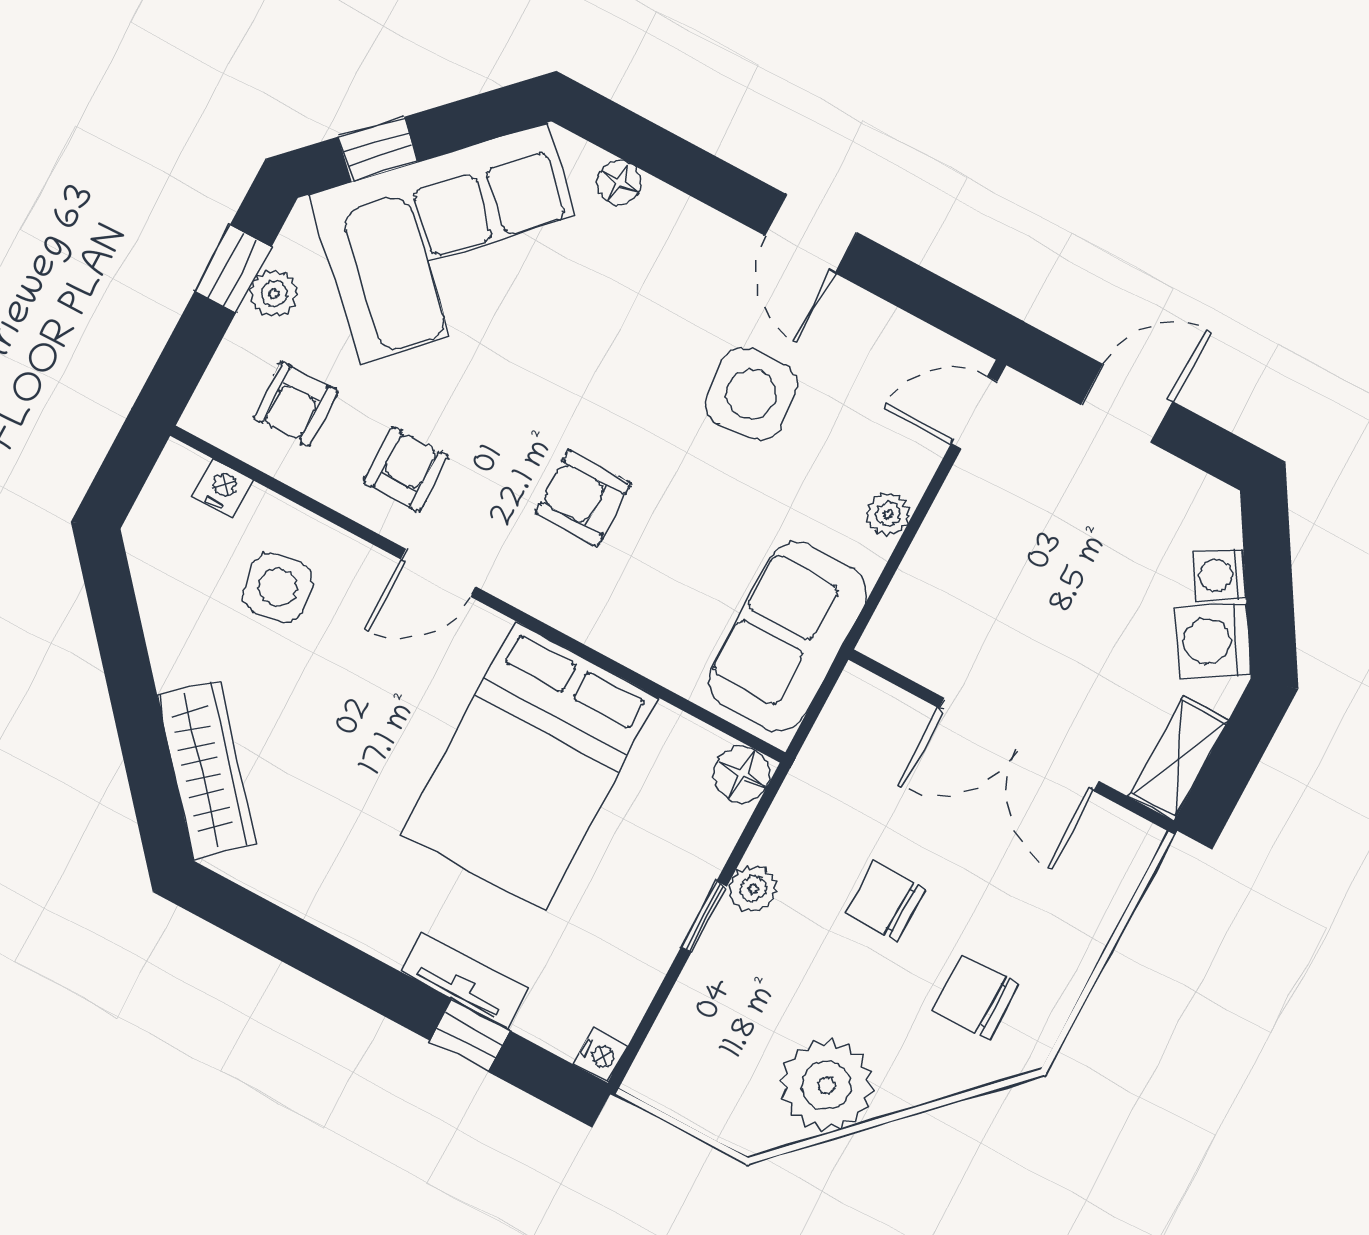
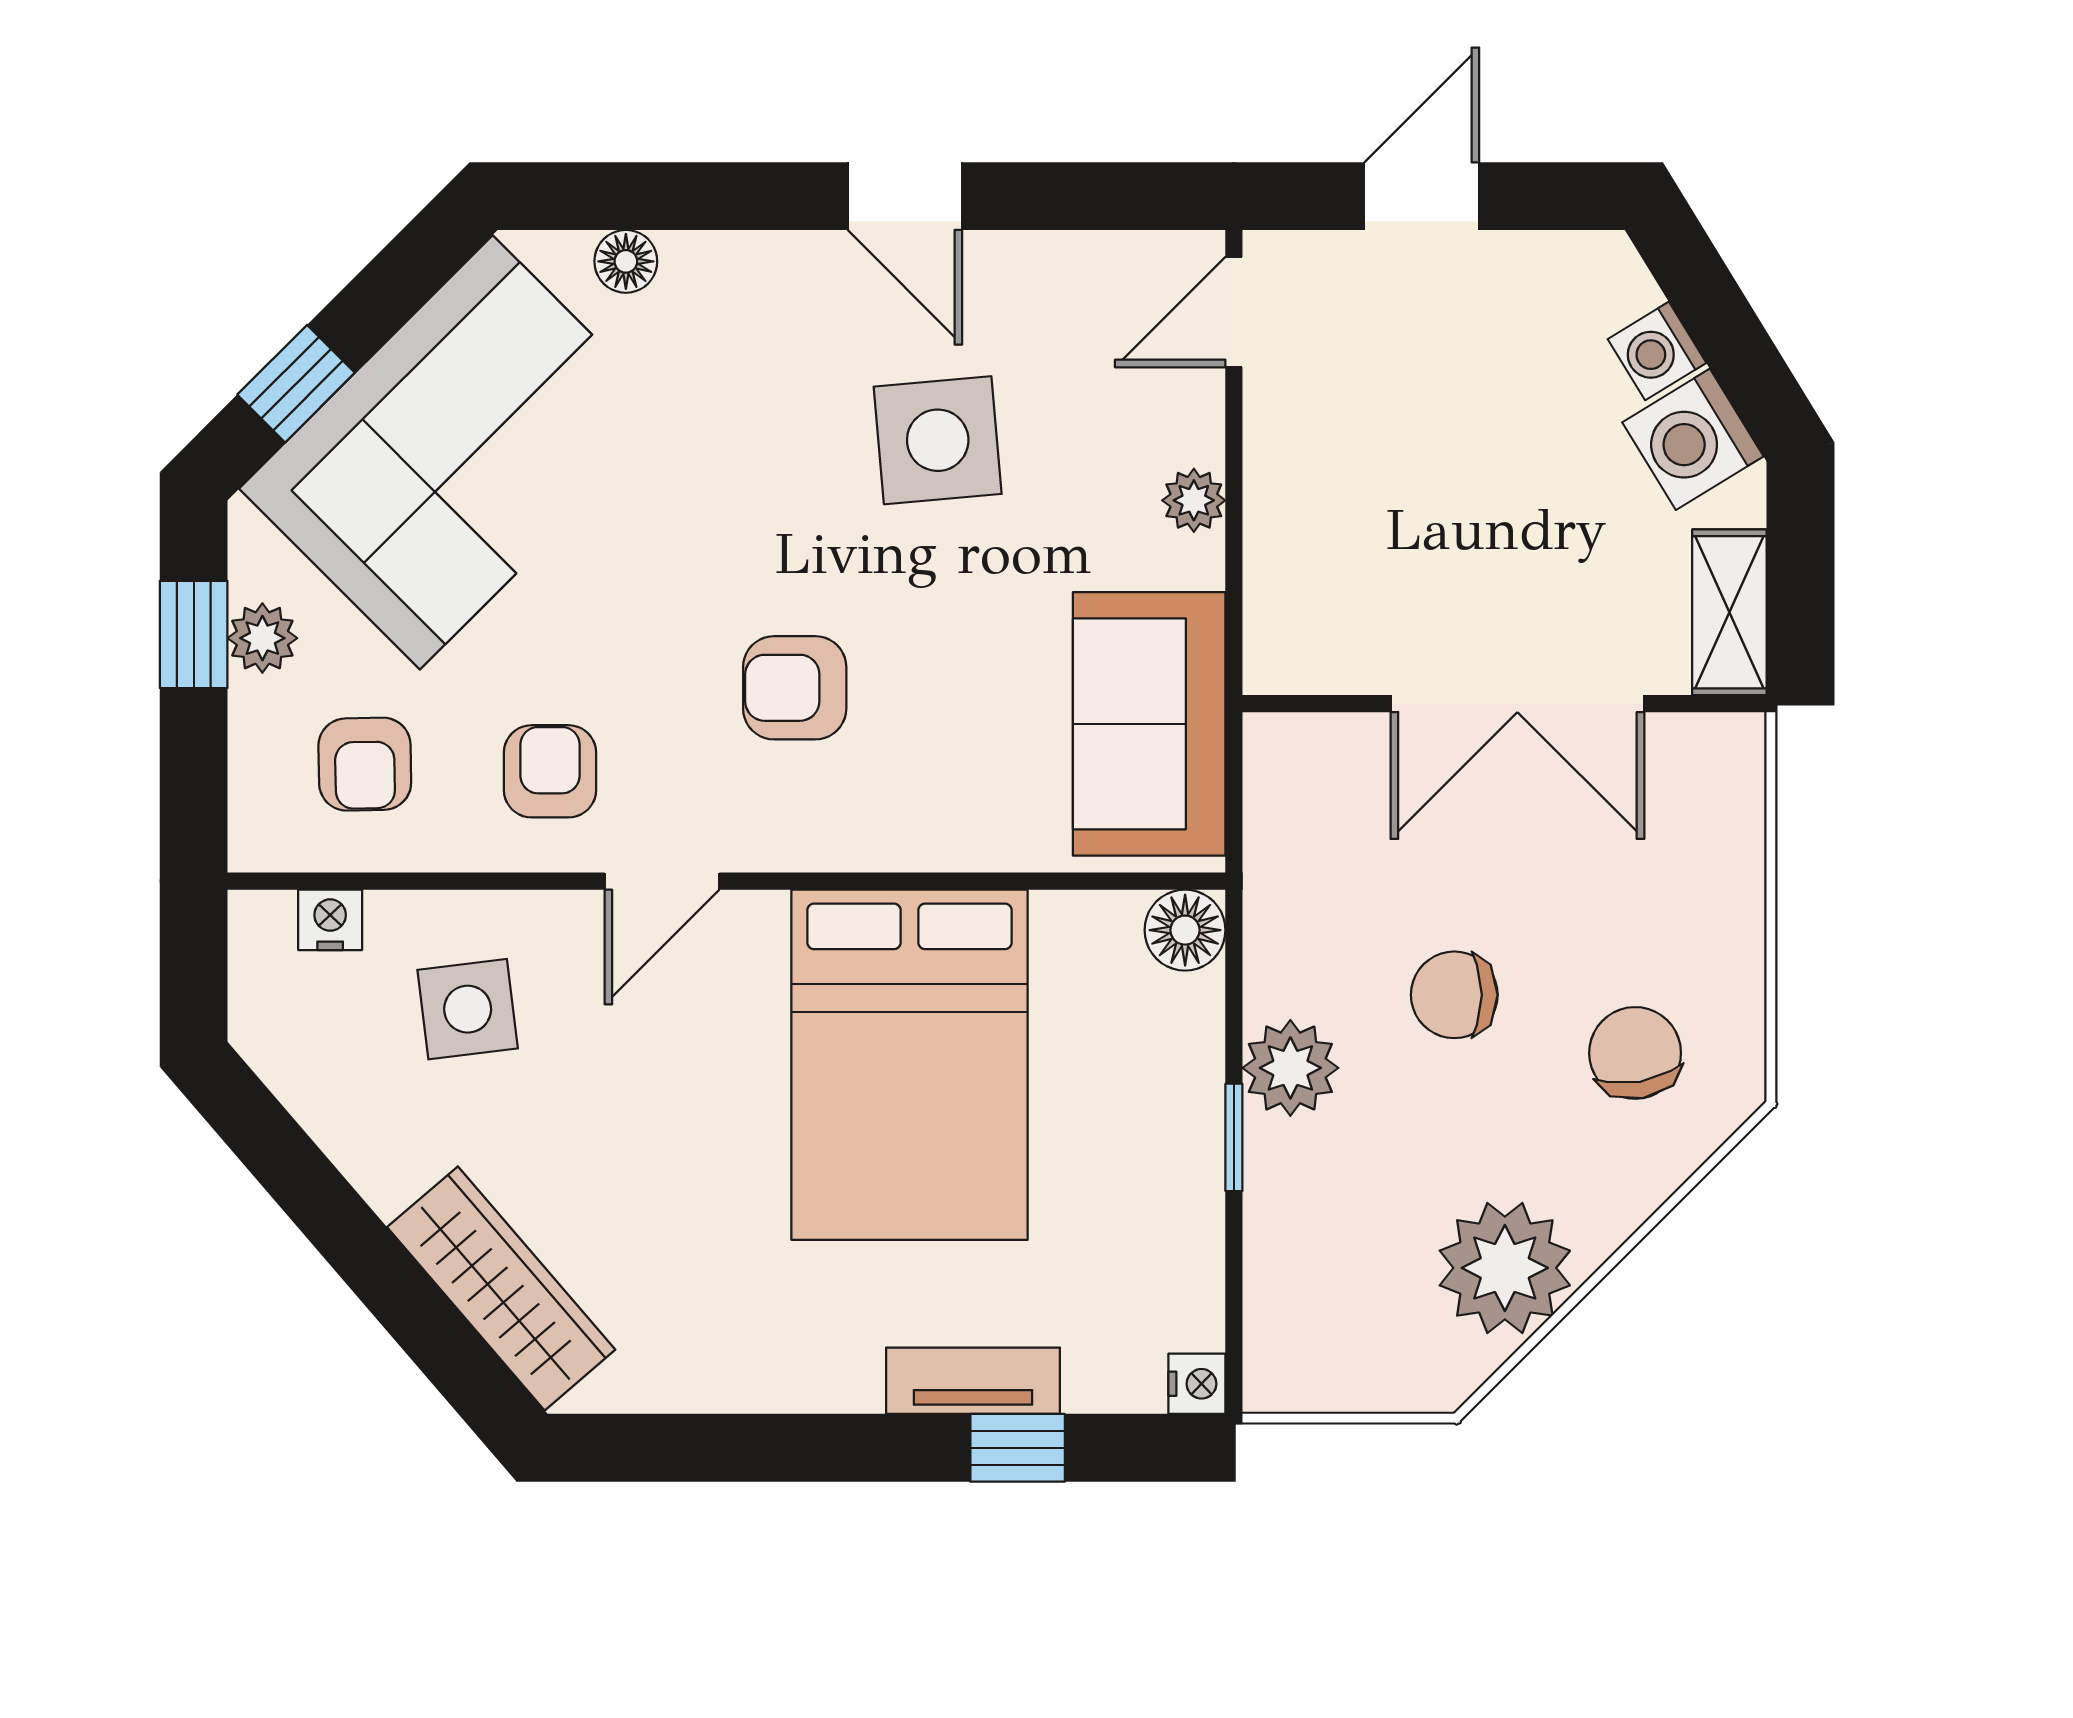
plant: (753, 889) -> (1290, 1068), width x1.38, depth x1.38
chair: (977, 997) -> (1635, 1053), turned 80

